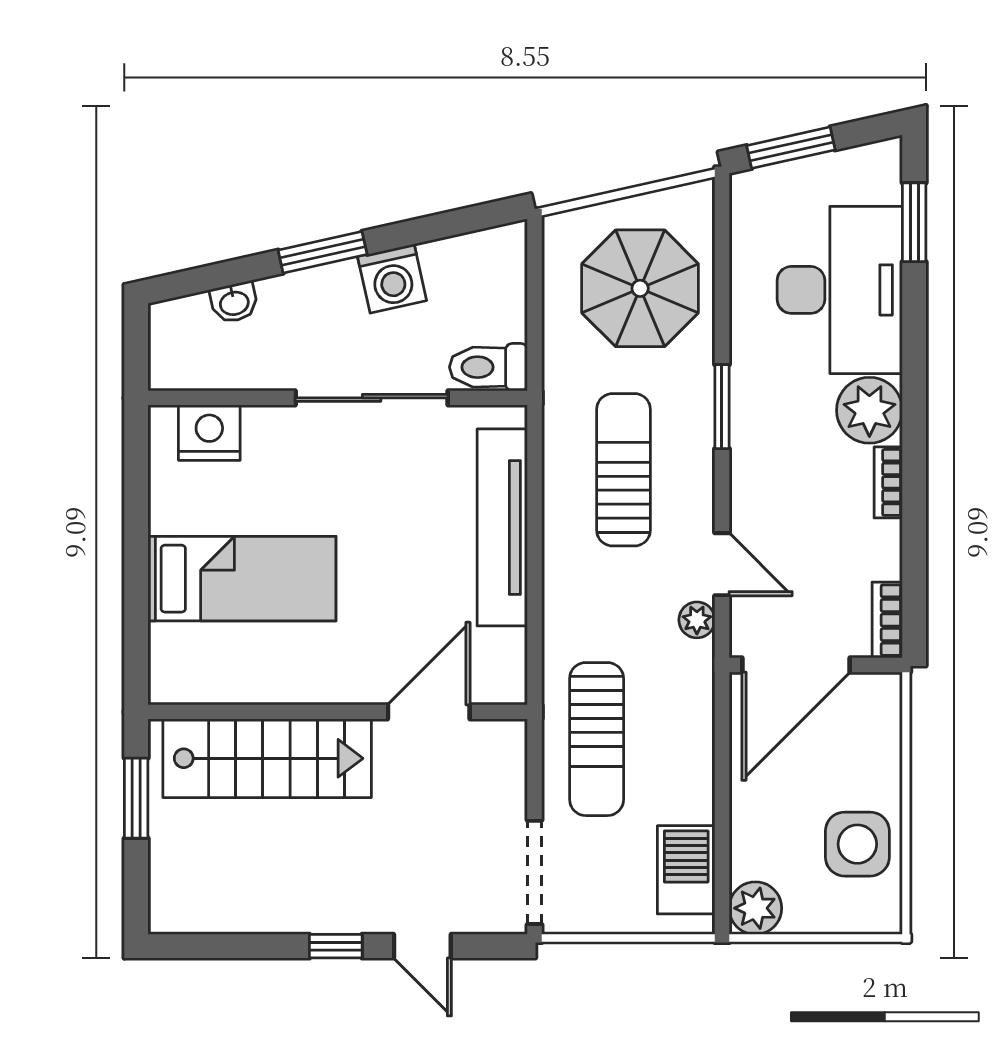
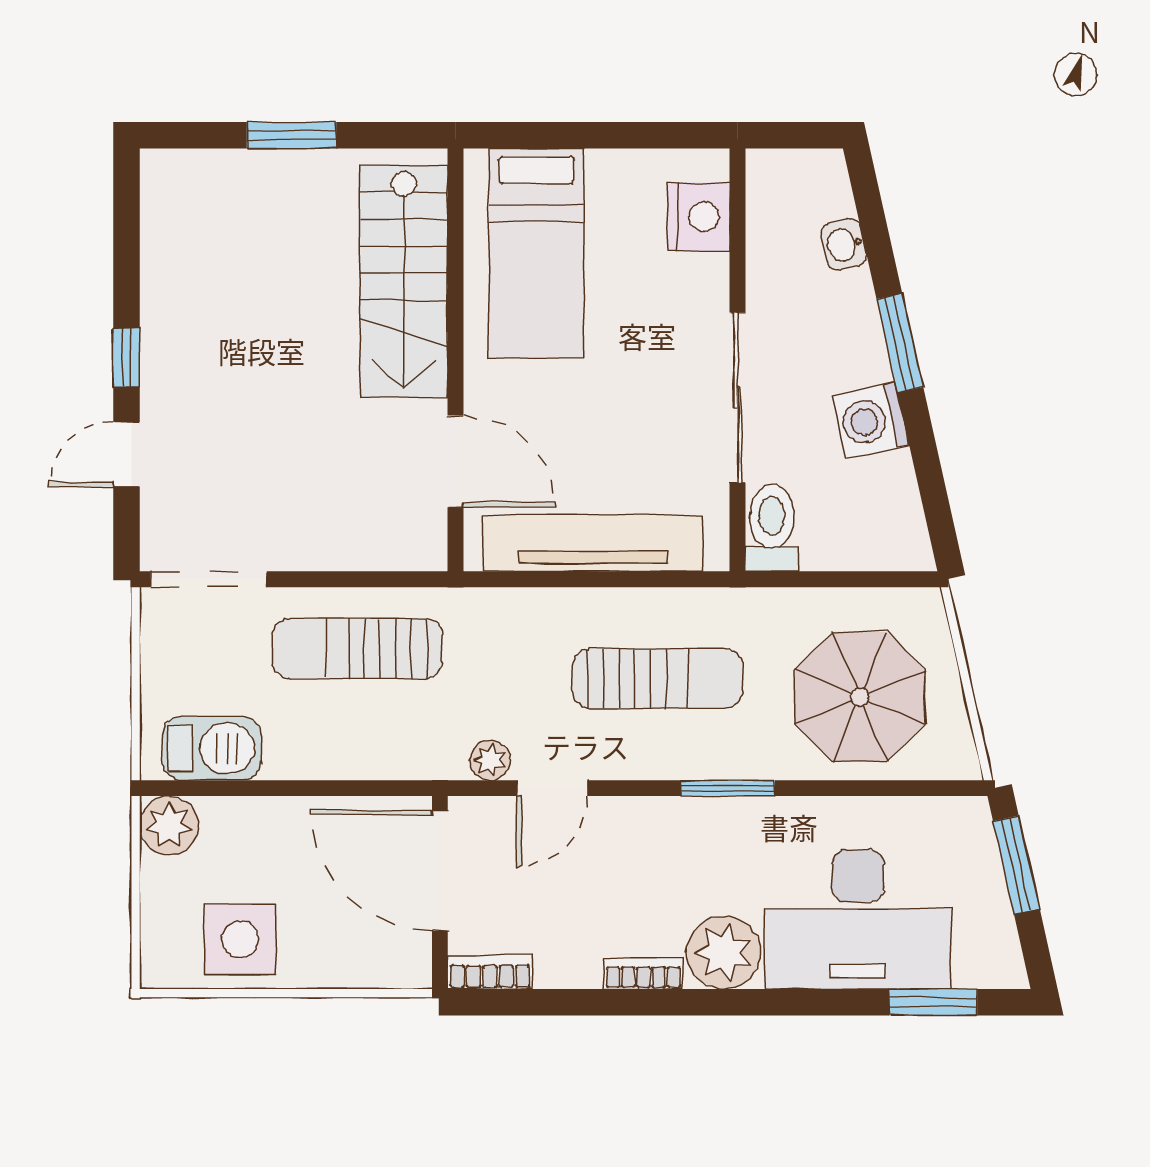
wall: (338, 712) -> (456, 360), moved
door: (429, 712) -> (456, 461), moved
stairs: (267, 758) -> (404, 281), moved

